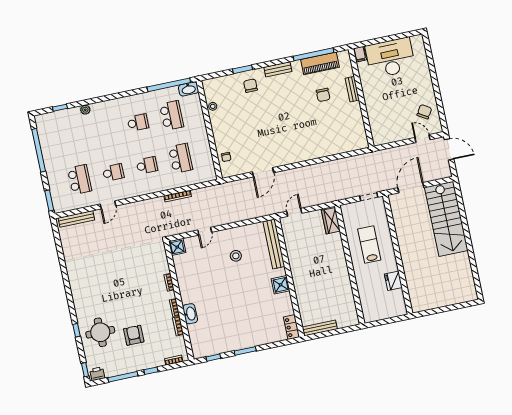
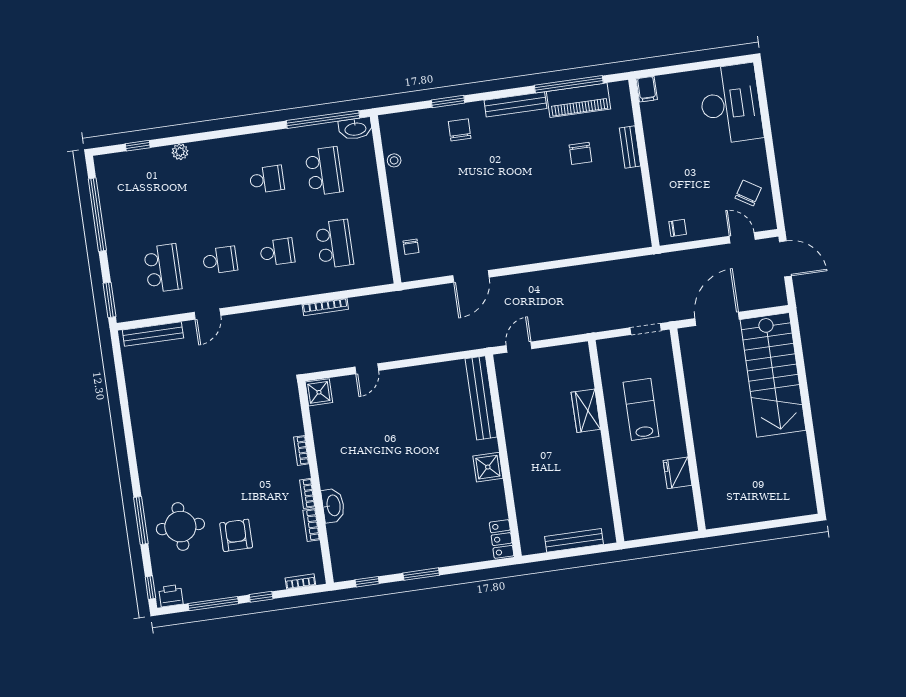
desk: (390, 58) -> (731, 104), moved, turned 90
bench: (278, 69) -> (515, 104), width x1.36
chair: (384, 135) -> (678, 228), added
wardrobe: (331, 221) -> (586, 411), moved
stool: (236, 256) -> (416, 414), removed
bench: (320, 328) -> (574, 540), moved
window: (77, 330) -> (141, 521), width x2.17

